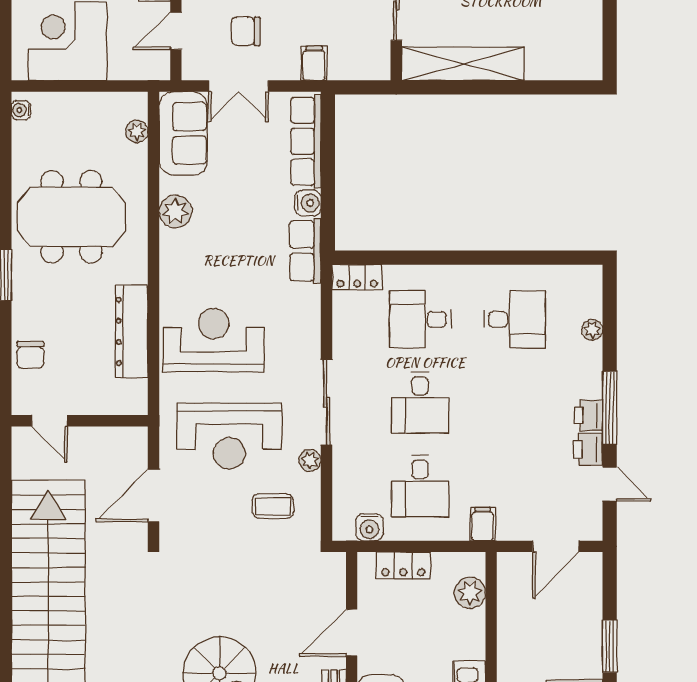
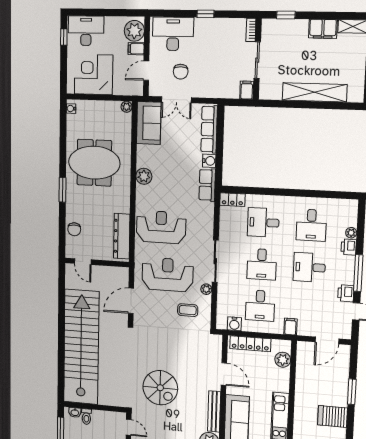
chair: (246, 31) -> (181, 72), turned -90
filing cabinet: (314, 63) -> (247, 90), moved
shelving: (463, 64) -> (315, 92), moved
plant: (137, 131) -> (127, 107), moved
plant: (175, 212) -> (144, 176), moved
desk: (515, 319) -> (311, 225), turned 90
dresser: (132, 331) -> (122, 236), moved
desk: (515, 403) -> (309, 267), added
printer: (589, 415) -> (349, 247), moved
reception desk: (229, 436) -> (168, 275), turned 180
locker: (403, 565) -> (250, 344), width x1.53
door: (352, 633) -> (224, 374), swing flipped

